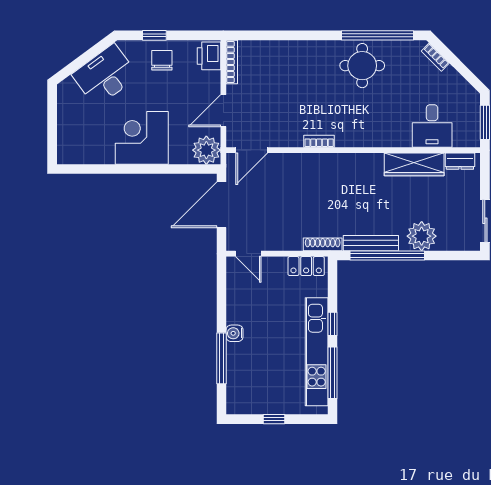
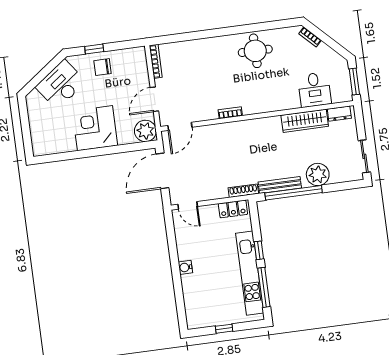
window: (377, 35) -> (264, 26), removed
printer: (209, 56) -> (138, 59), removed
chair: (162, 60) -> (102, 67), turned -90
window: (221, 358) -> (178, 288), removed

